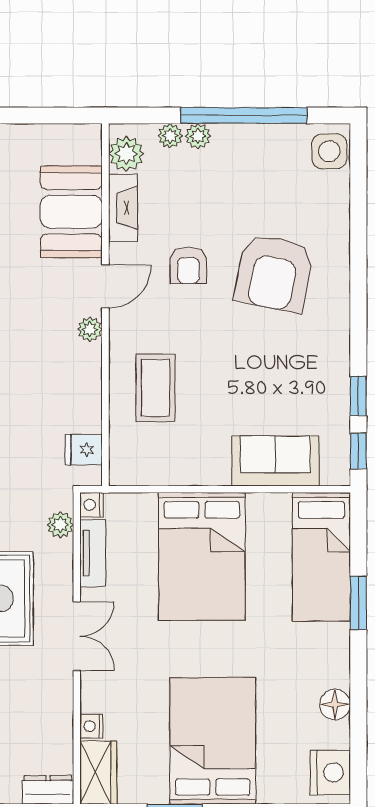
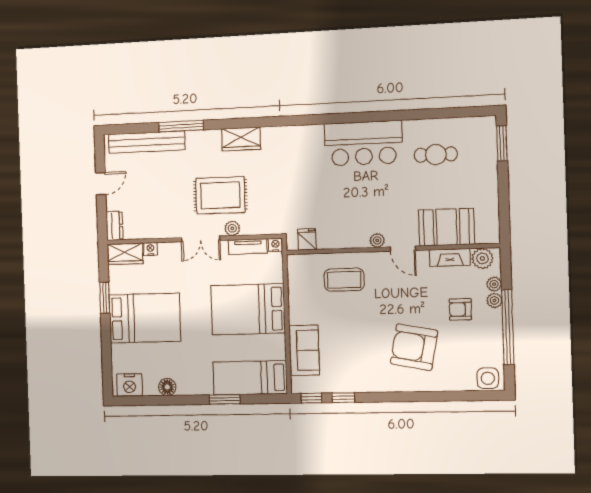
armchair: (188, 265) -> (460, 309), moved
plant: (60, 525) -> (232, 228), moved

